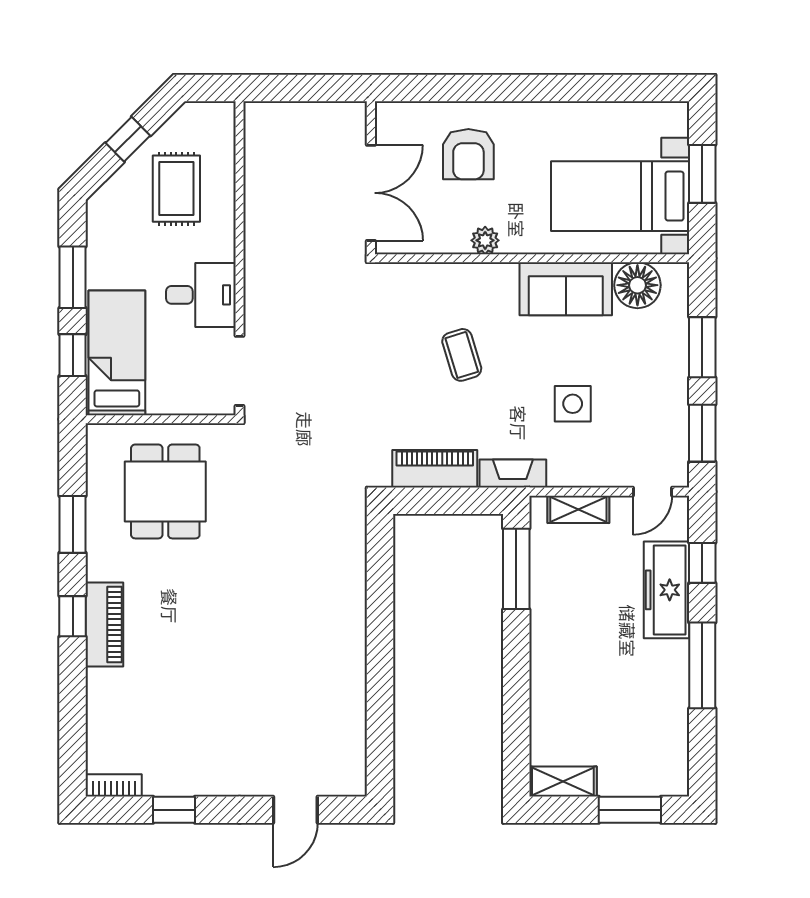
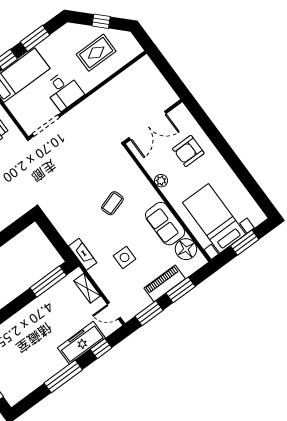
piano: (435, 469) -> (165, 283), moved, turned -90

